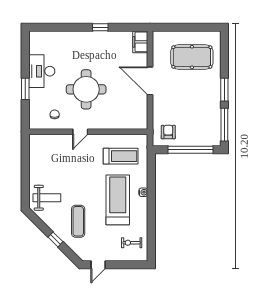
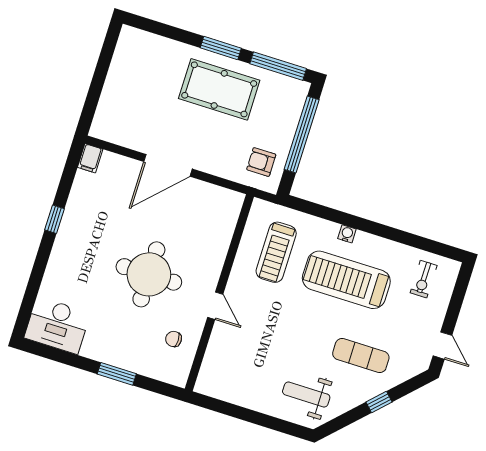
filing cabinet: (140, 42) -> (90, 158), width x0.50
pool table: (192, 57) -> (219, 89), moved, turned 90
desk: (42, 71) -> (57, 325), moved
treadmill: (121, 156) -> (276, 252), turned 180
weight bench: (47, 198) -> (306, 394), turned -90

